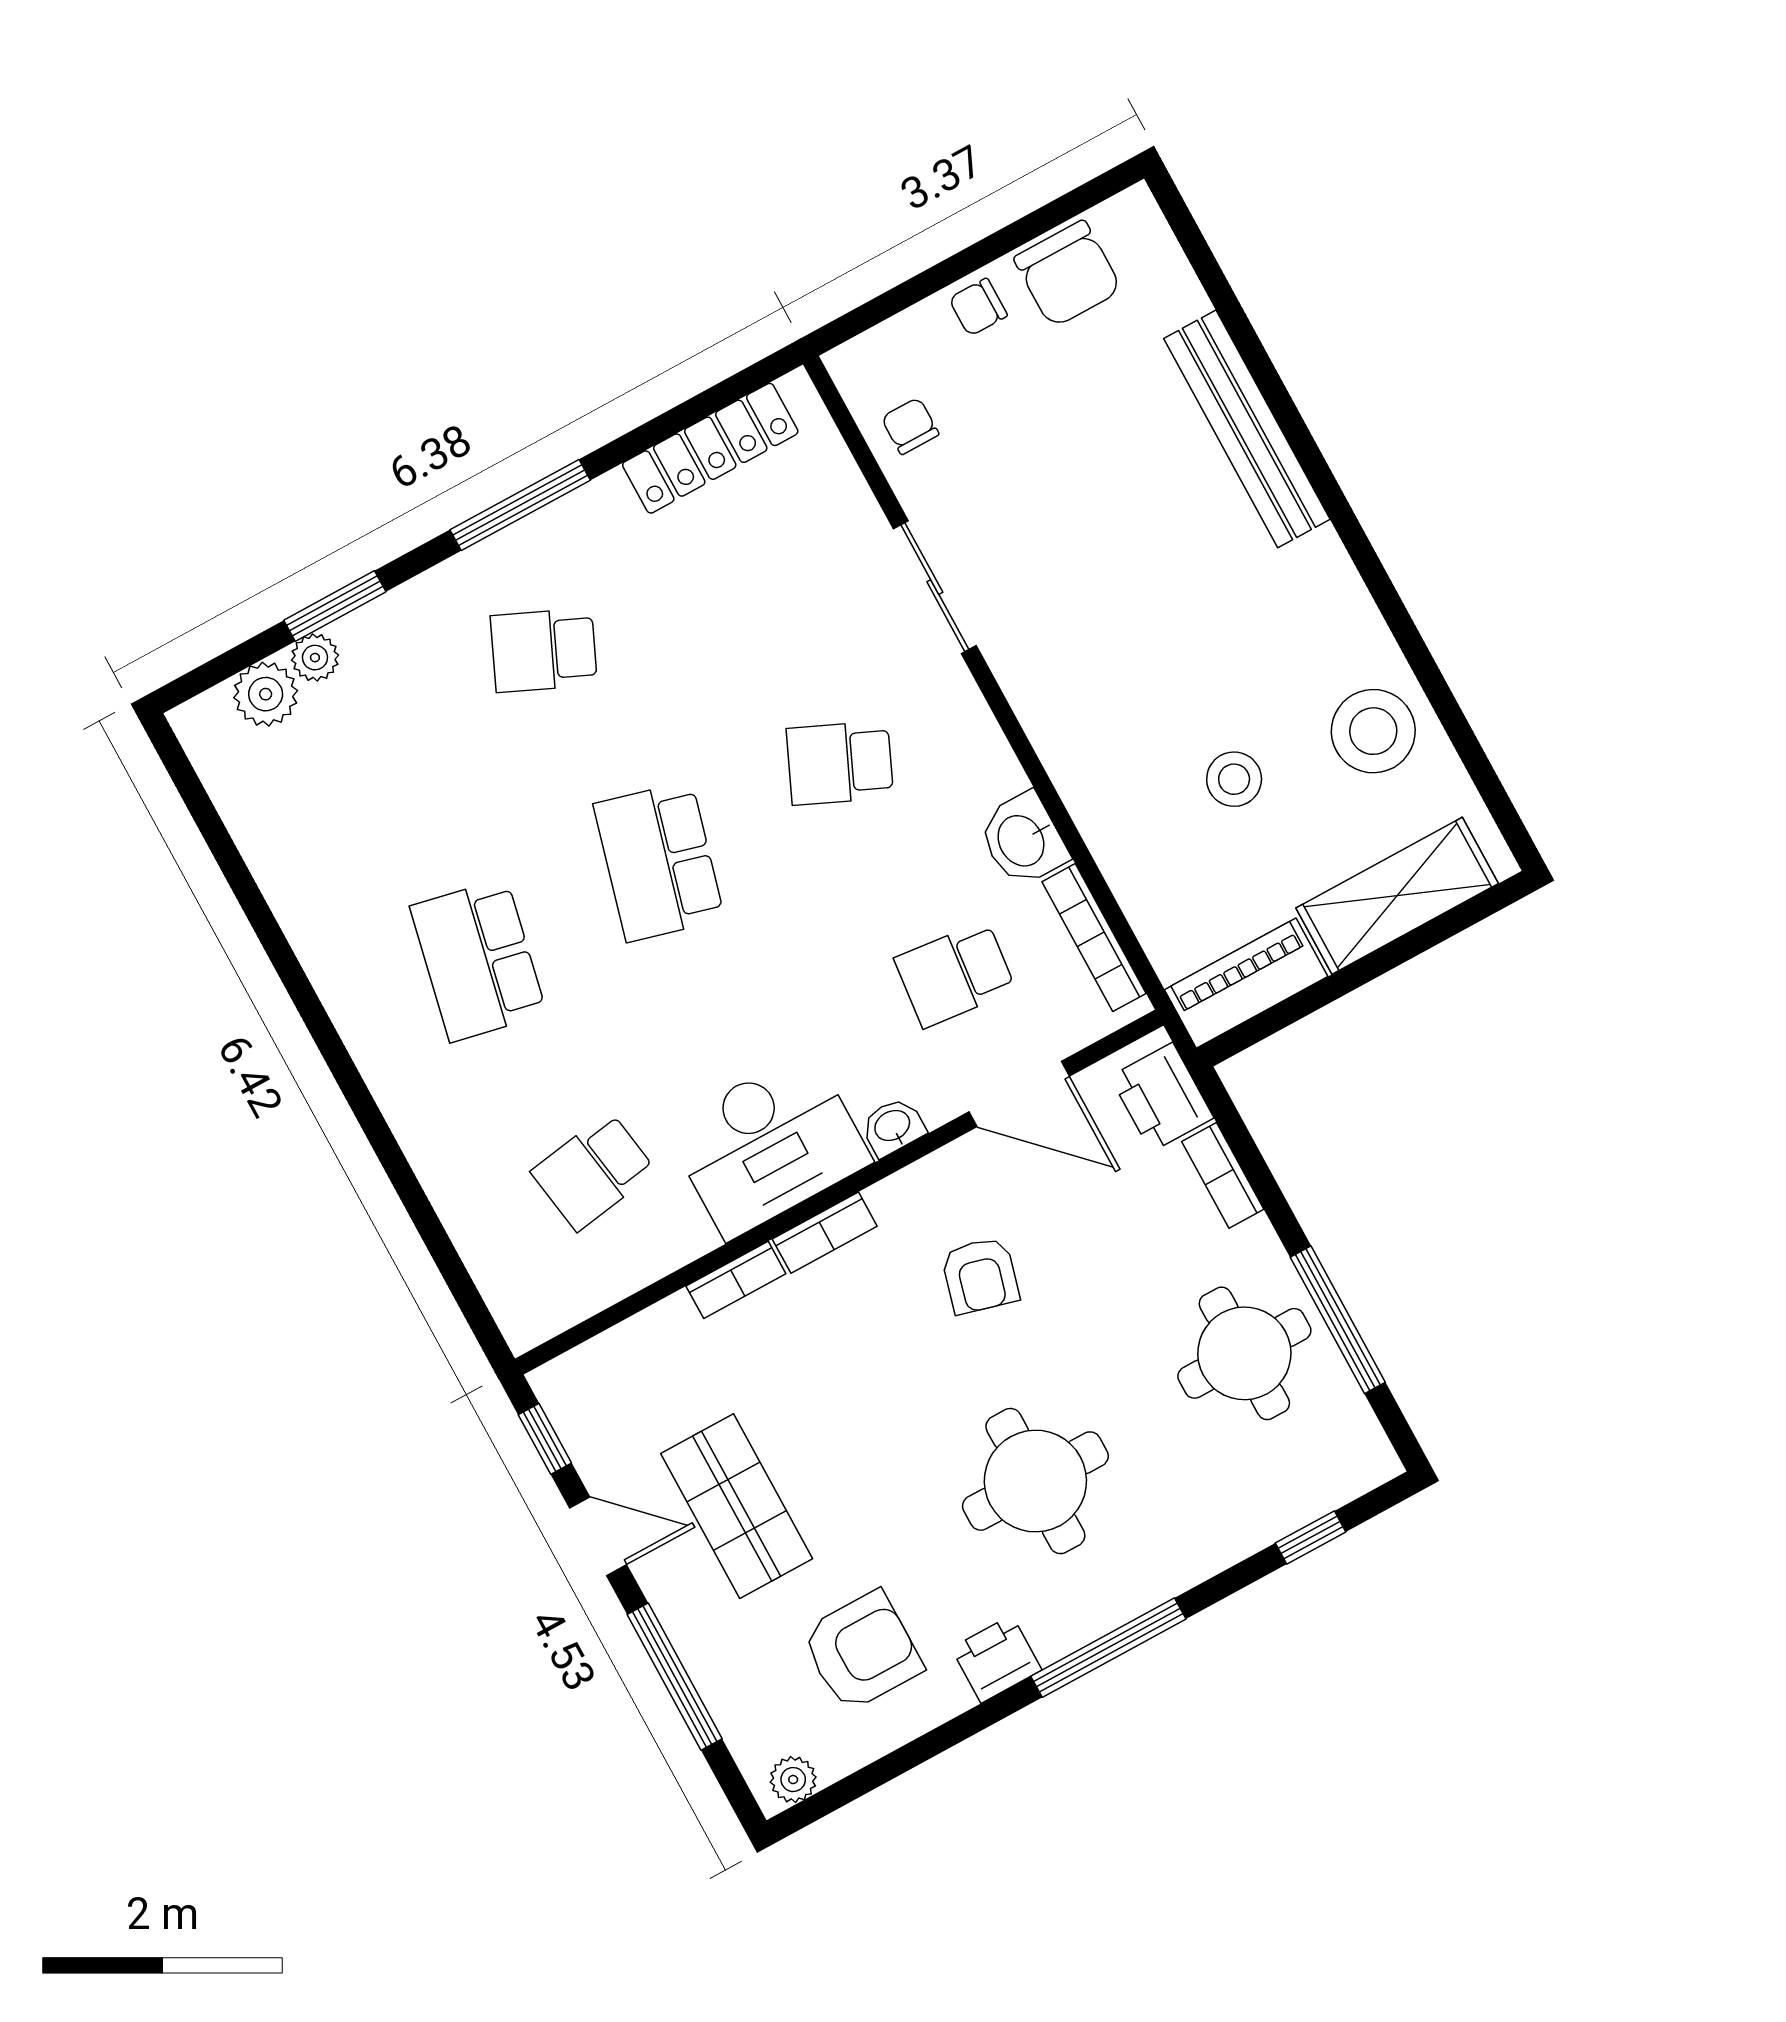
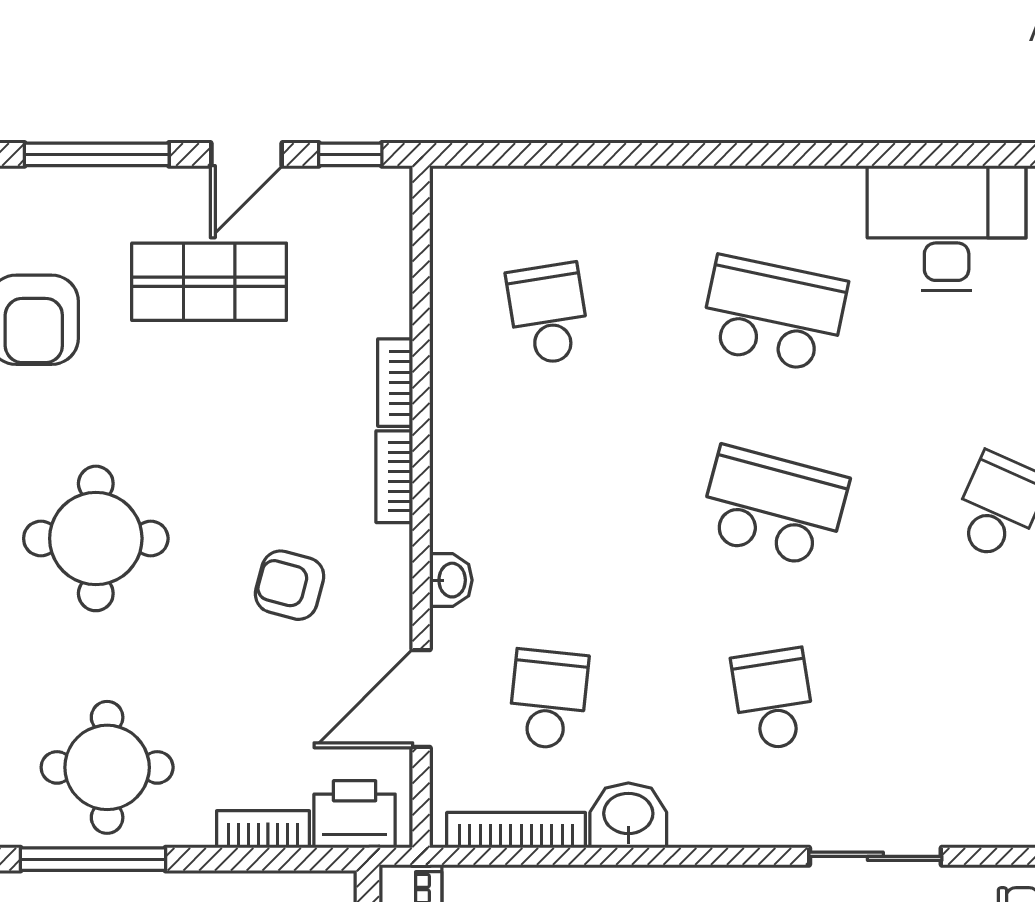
school desk: (840, 763) -> (773, 699), turned -33
desk: (768, 1145) -> (947, 228), moved, turned 90

